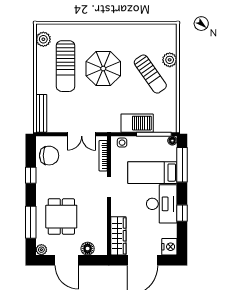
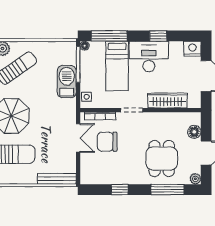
chair: (49, 156) -> (107, 142), moved, turned -90
dining table: (61, 217) -> (162, 158), turned 90
wardrobe: (118, 236) -> (167, 101), moved

